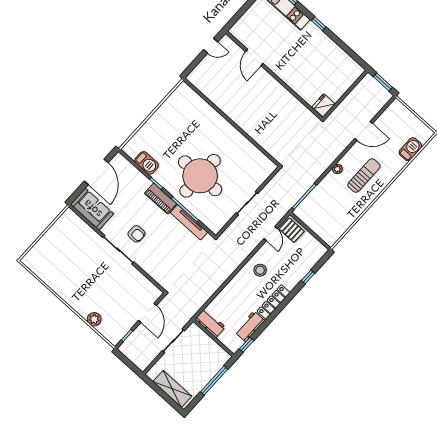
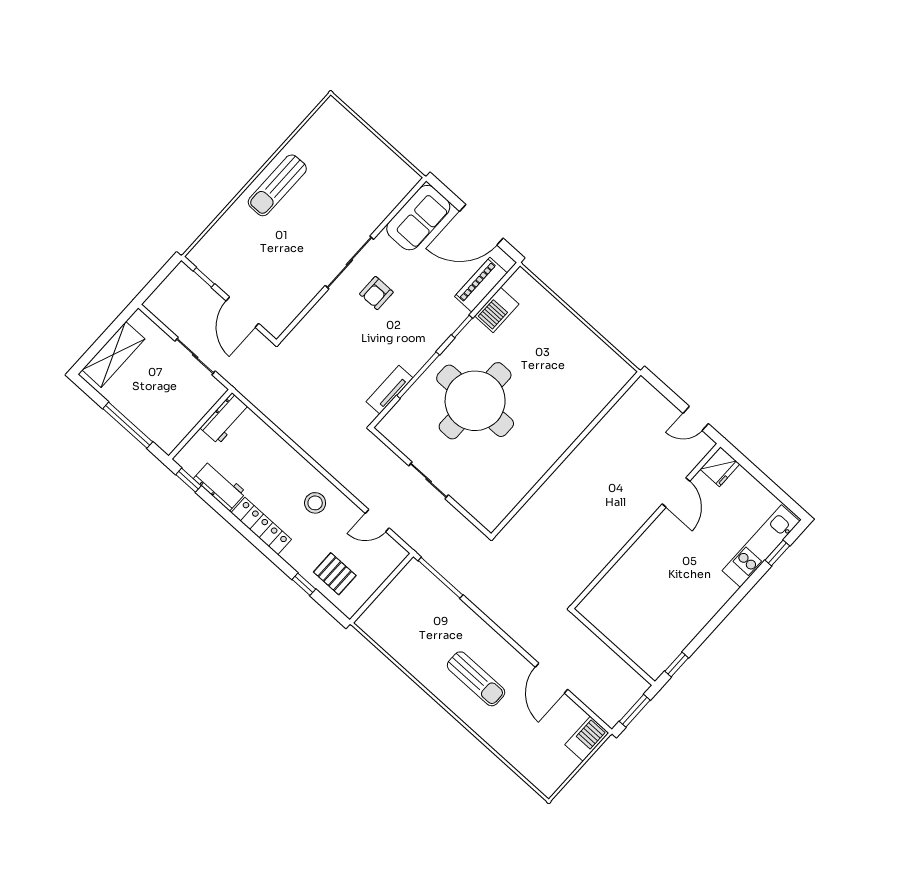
window: (319, 24) -> (677, 664), moved
door: (211, 46) -> (696, 418), hinge flipped
door: (254, 57) -> (676, 493), swing flipped
fridge: (324, 105) -> (720, 467), moved, turned 90
barbecue: (410, 149) -> (587, 739), moved, turned -90
plant: (337, 169) -> (487, 634), removed
piano: (161, 199) -> (481, 285), moved
tv unit: (189, 222) -> (389, 390), width x0.71
pallet: (292, 230) -> (335, 574), moved, turned 90
sun lounger: (73, 292) -> (277, 185), added
door: (148, 313) -> (242, 312), hinge flipped
plant: (94, 319) -> (231, 222), removed

